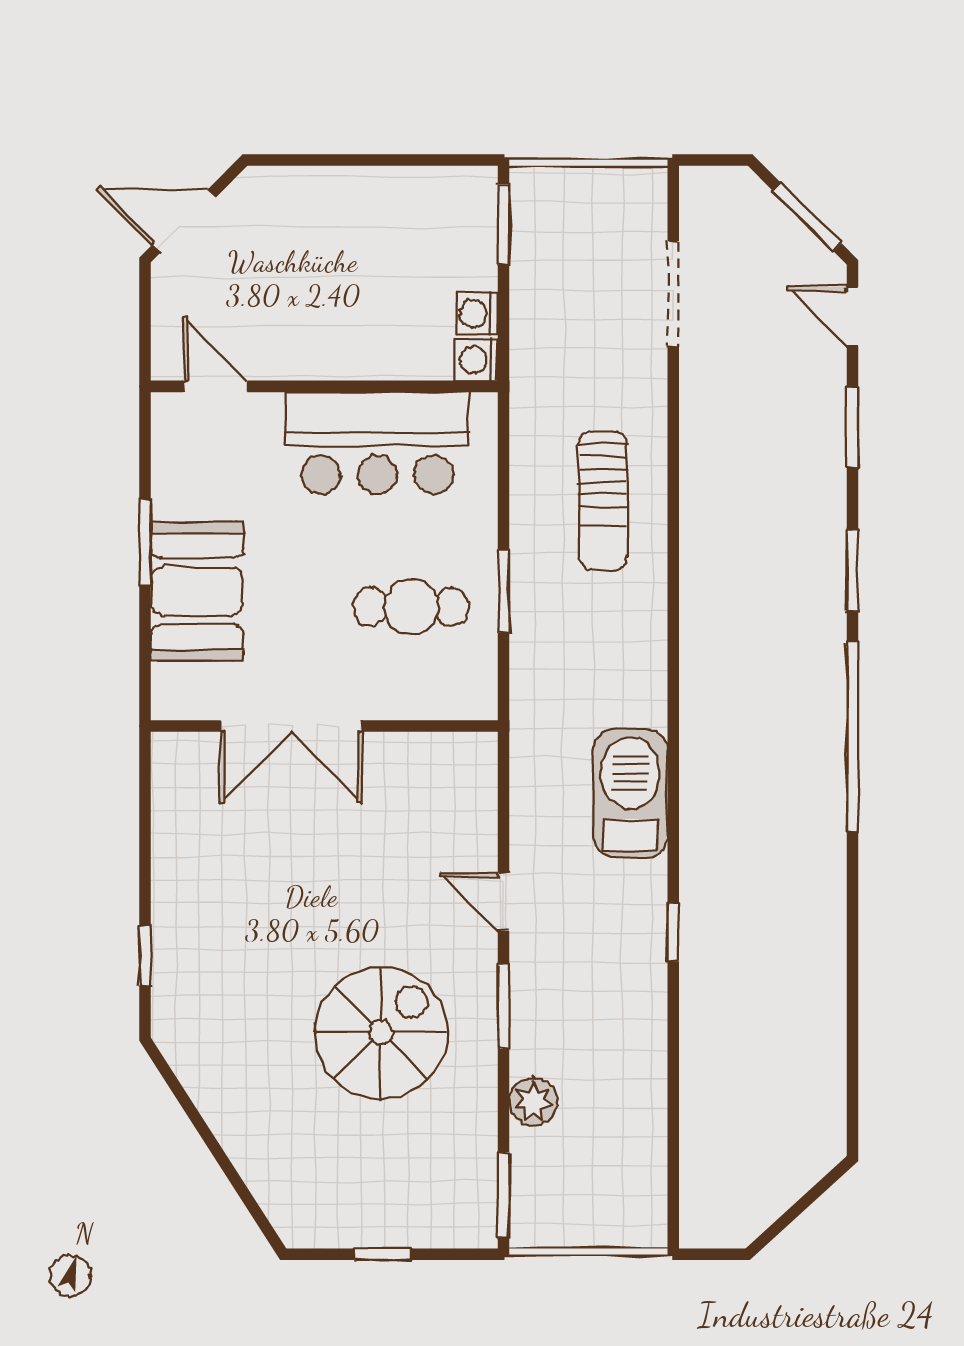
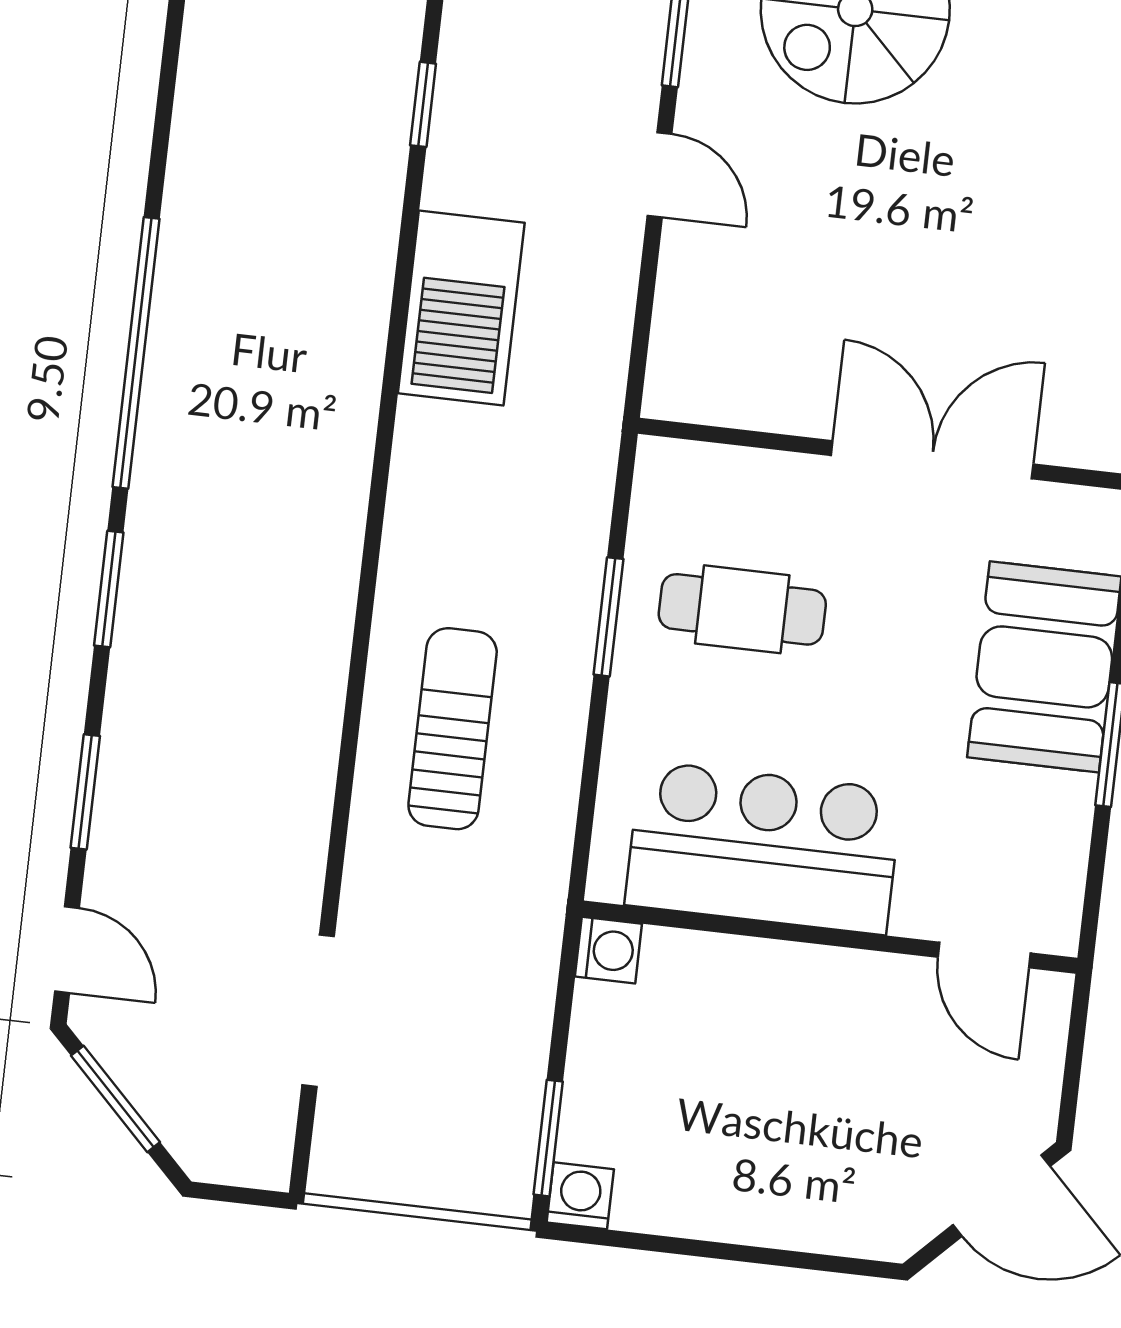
washing machine: (477, 313) -> (580, 1196), moved, turned -90

